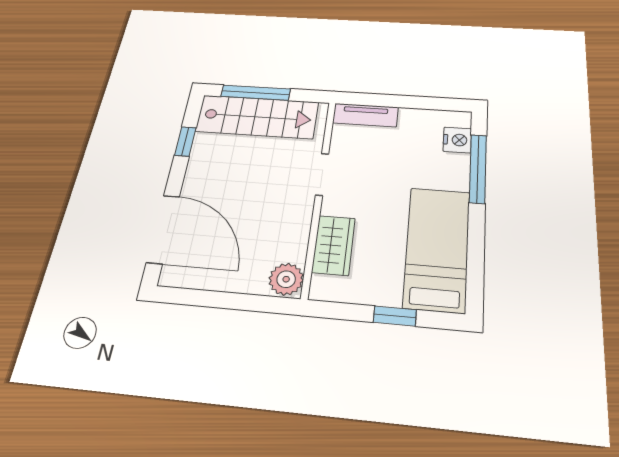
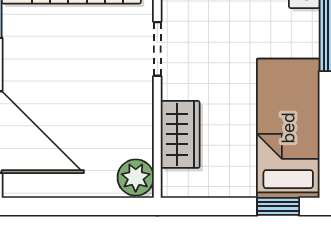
window: (395, 316) -> (278, 206), moved

